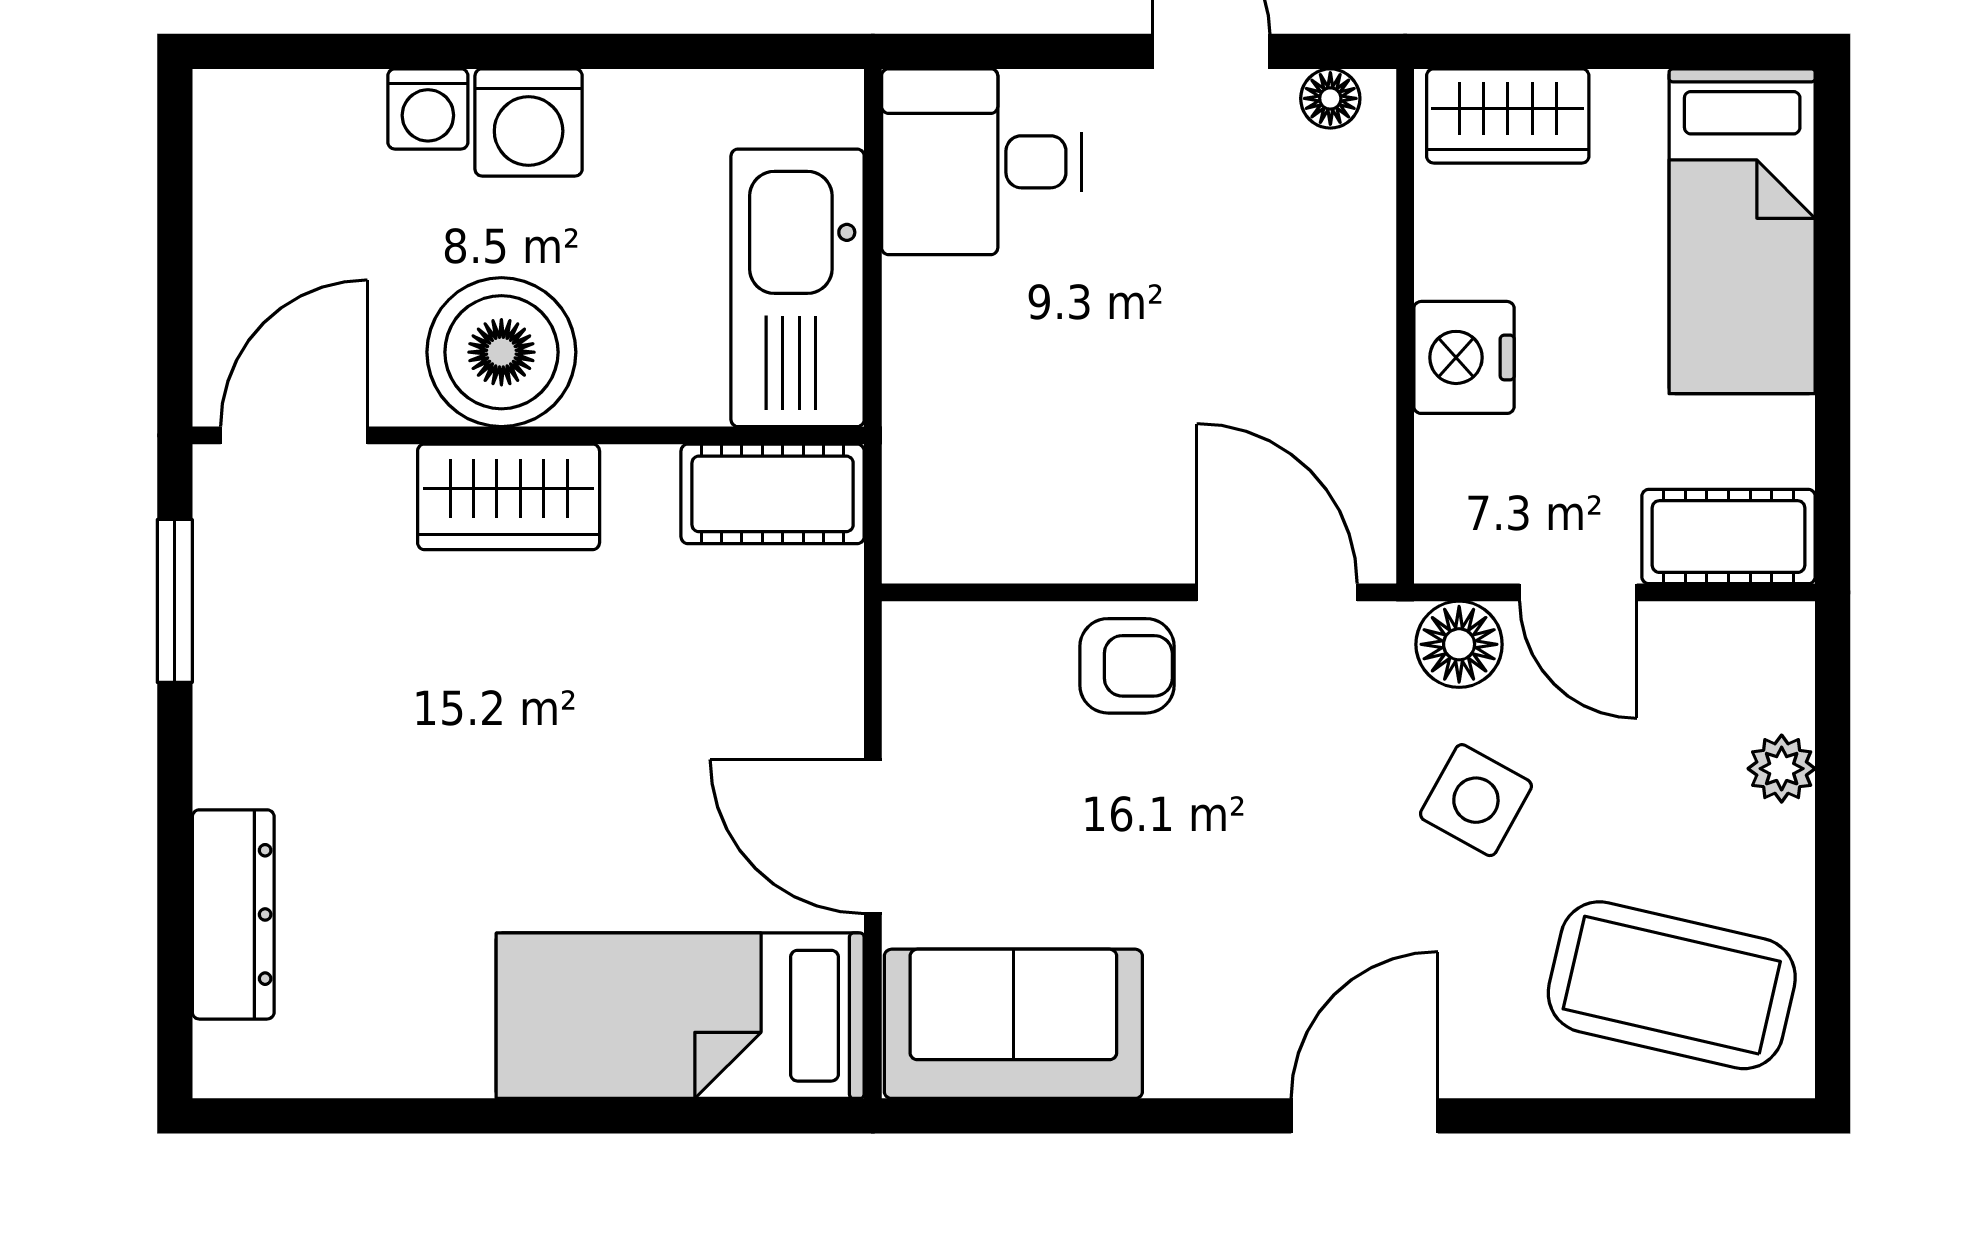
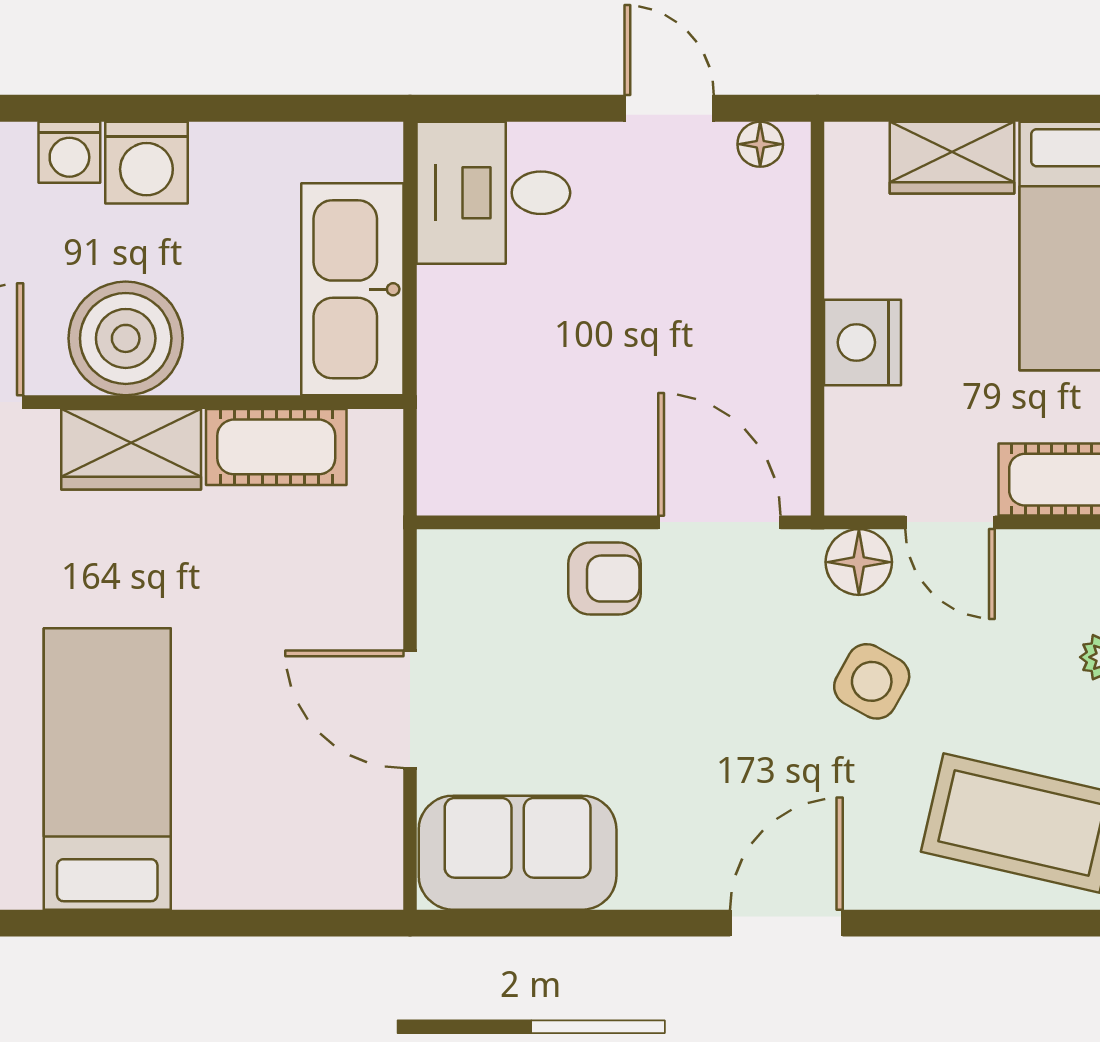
wardrobe: (1508, 116) -> (952, 158), moved
cot: (773, 494) -> (276, 447), moved
bed: (680, 1016) -> (107, 769), moved, turned 90

